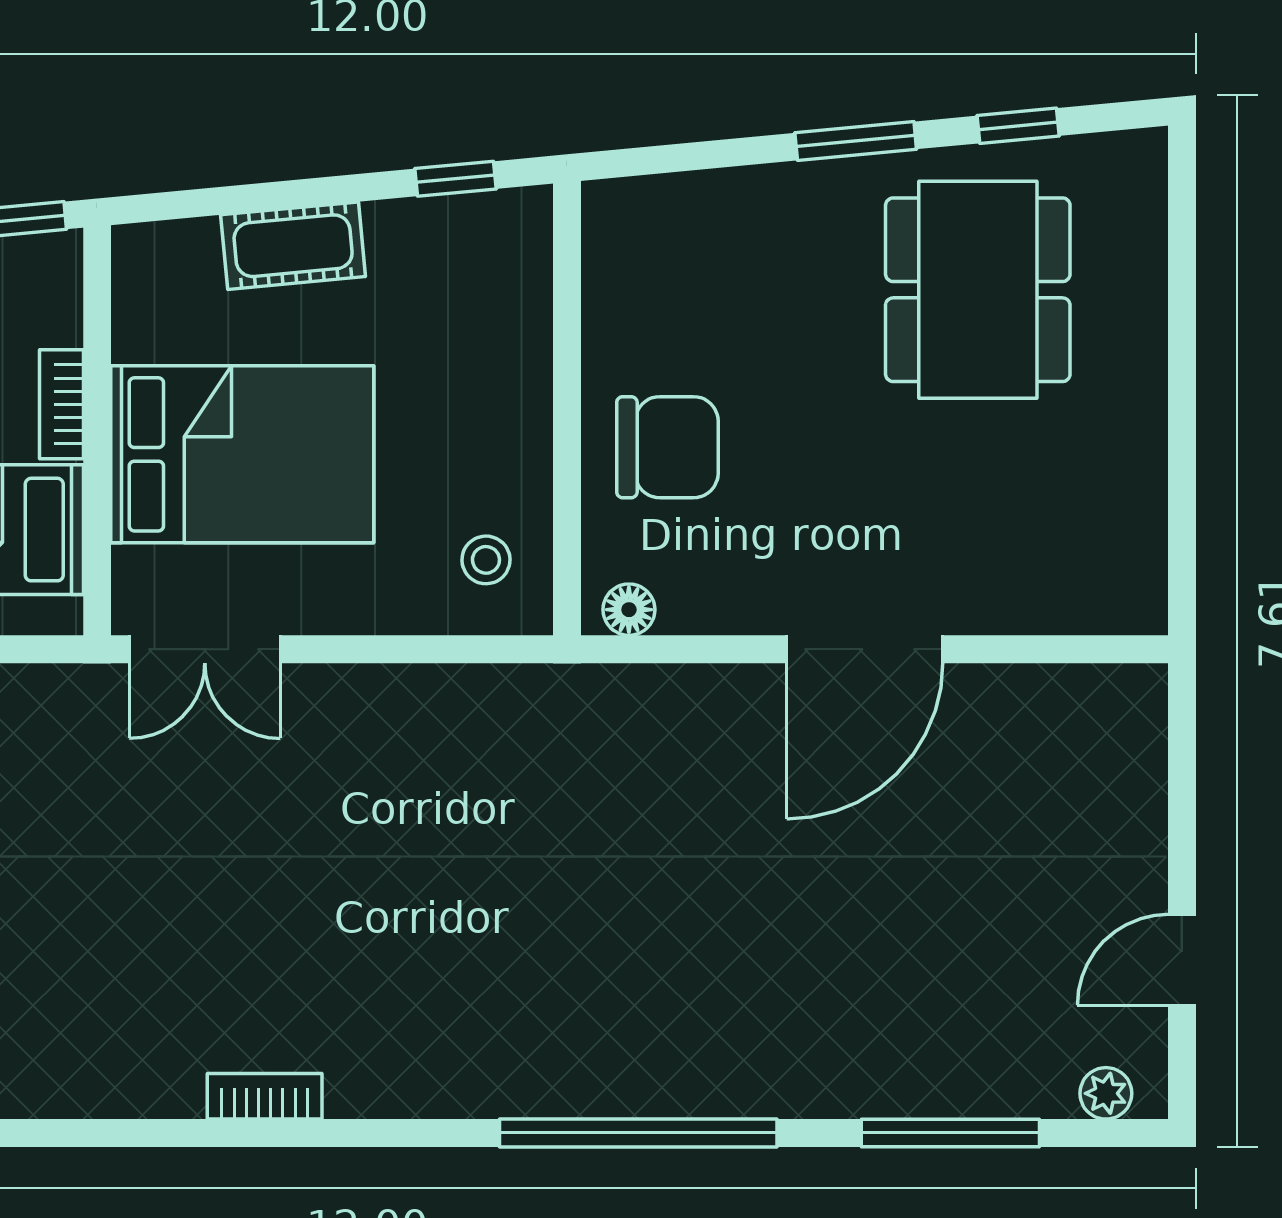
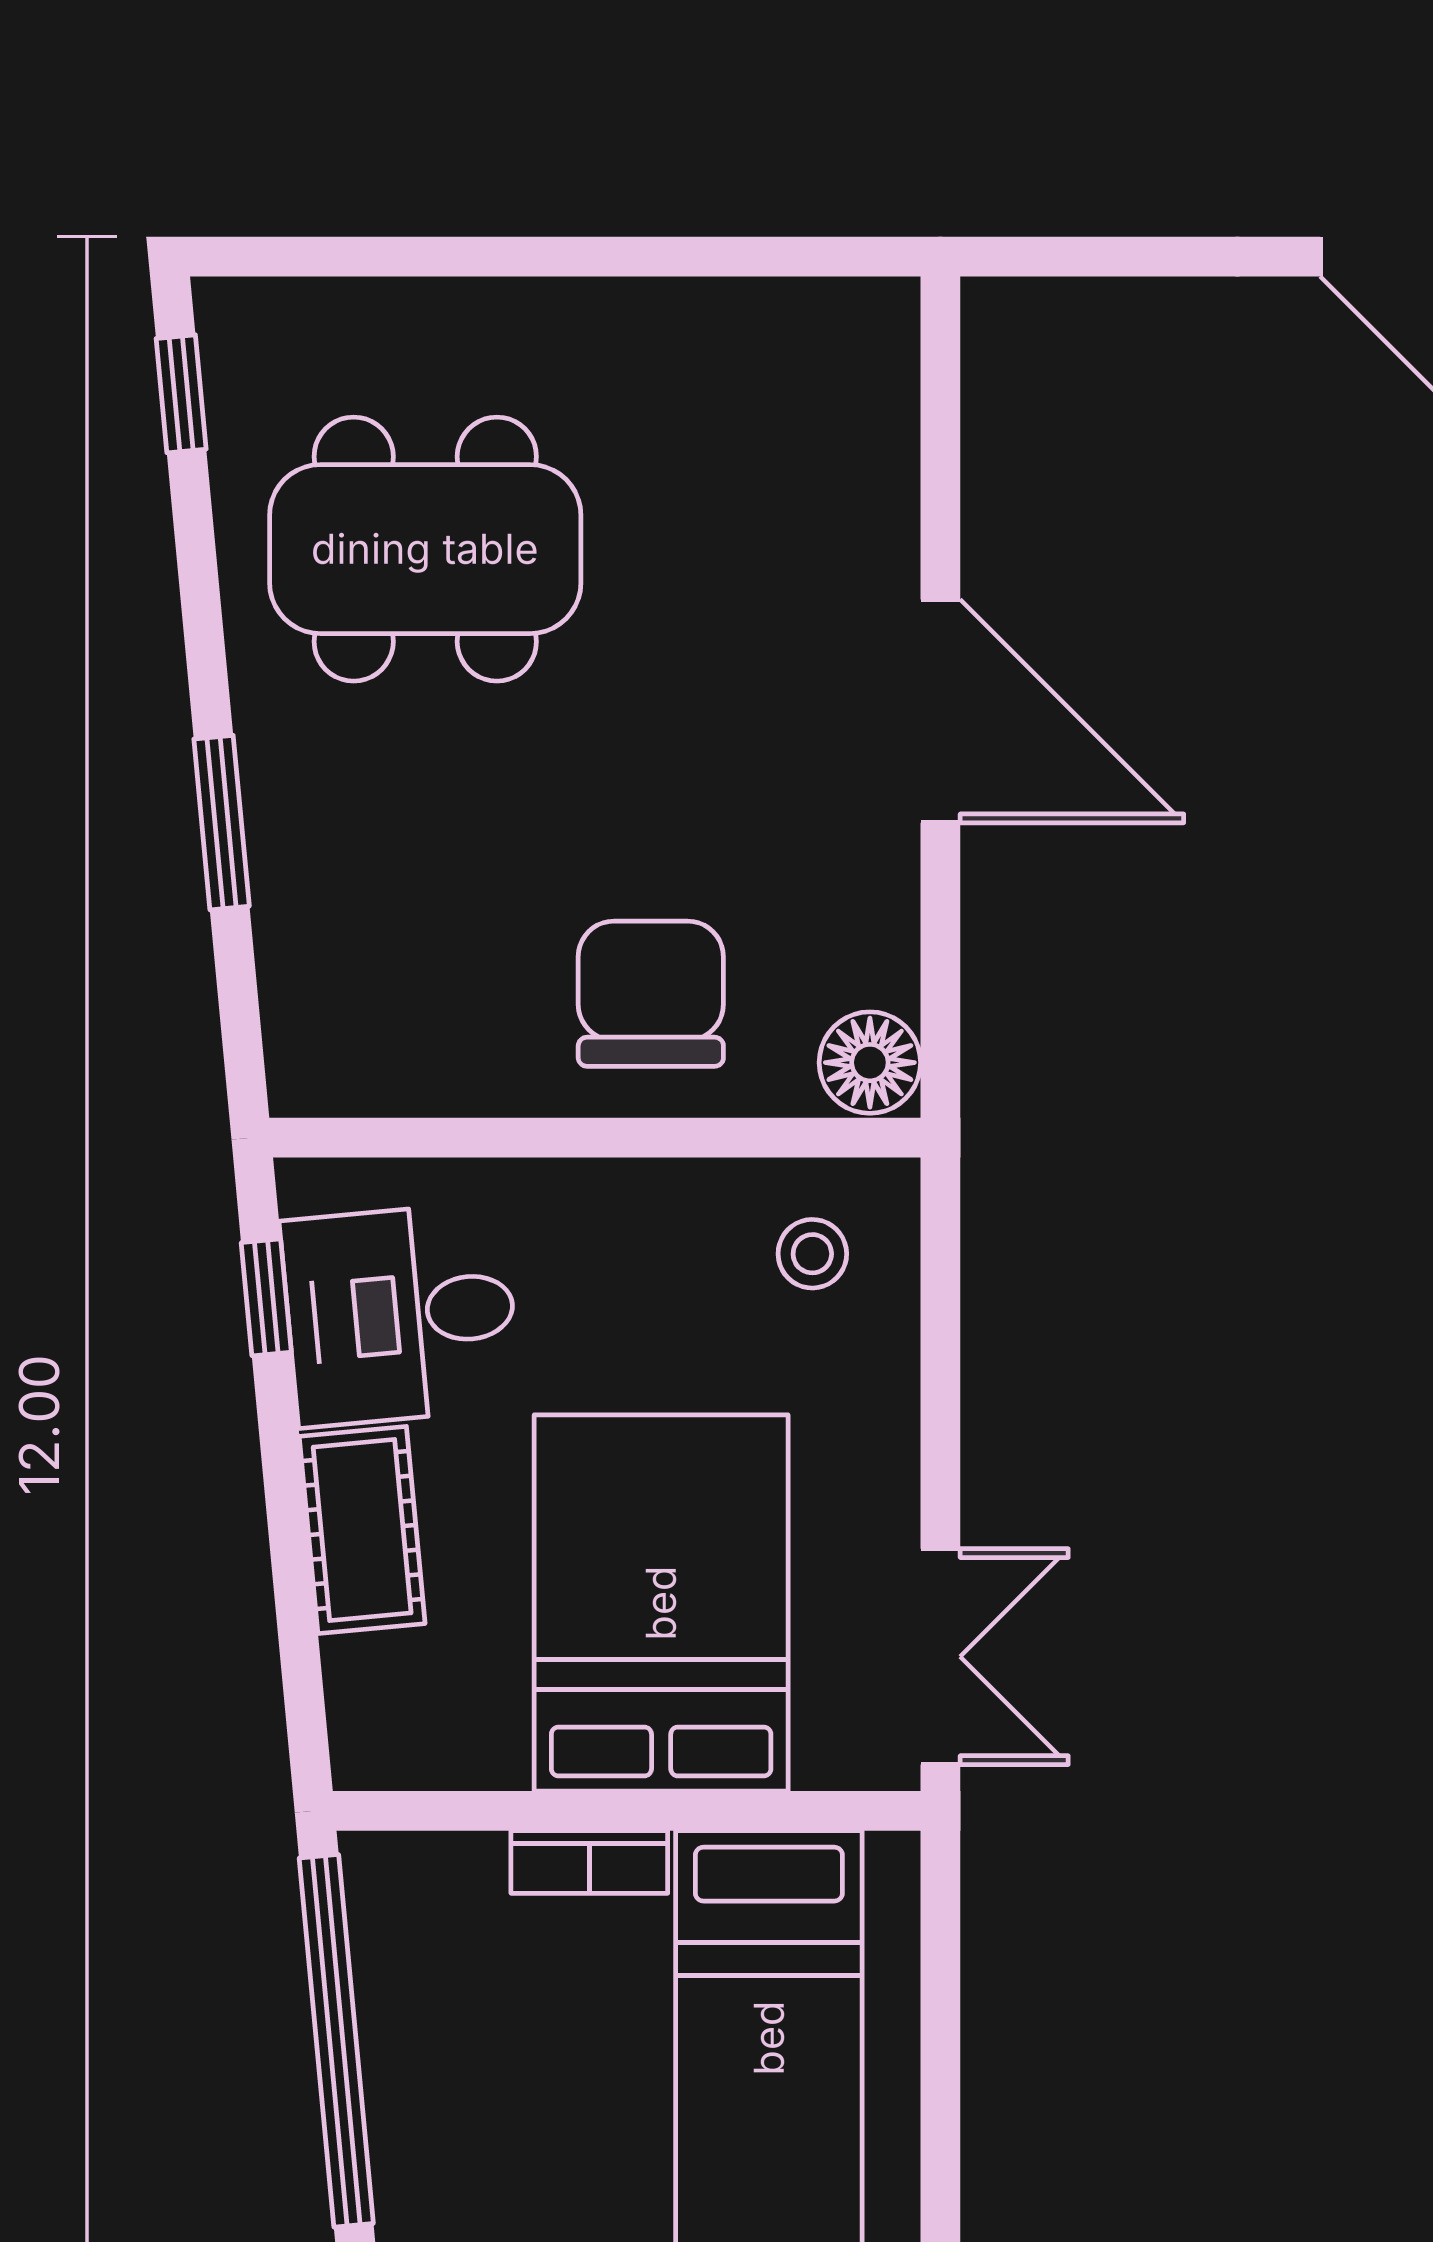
window: (1018, 126) -> (181, 394), moved
window: (856, 141) -> (222, 823), moved
desk: (444, 272) -> (401, 1314), added
floor lamp: (629, 610) -> (870, 1063), width x1.37, depth x1.37

